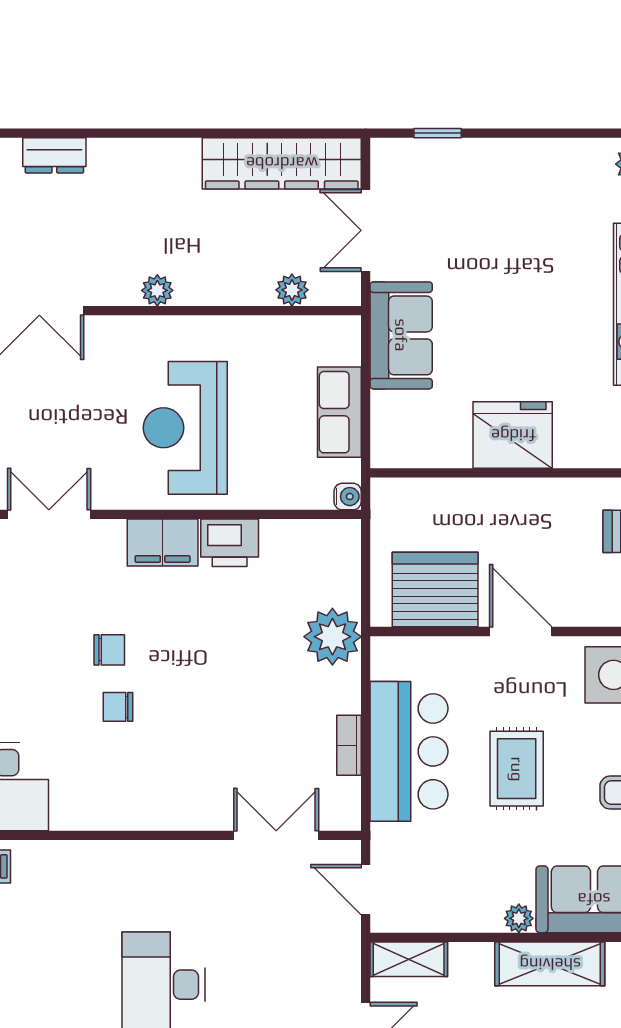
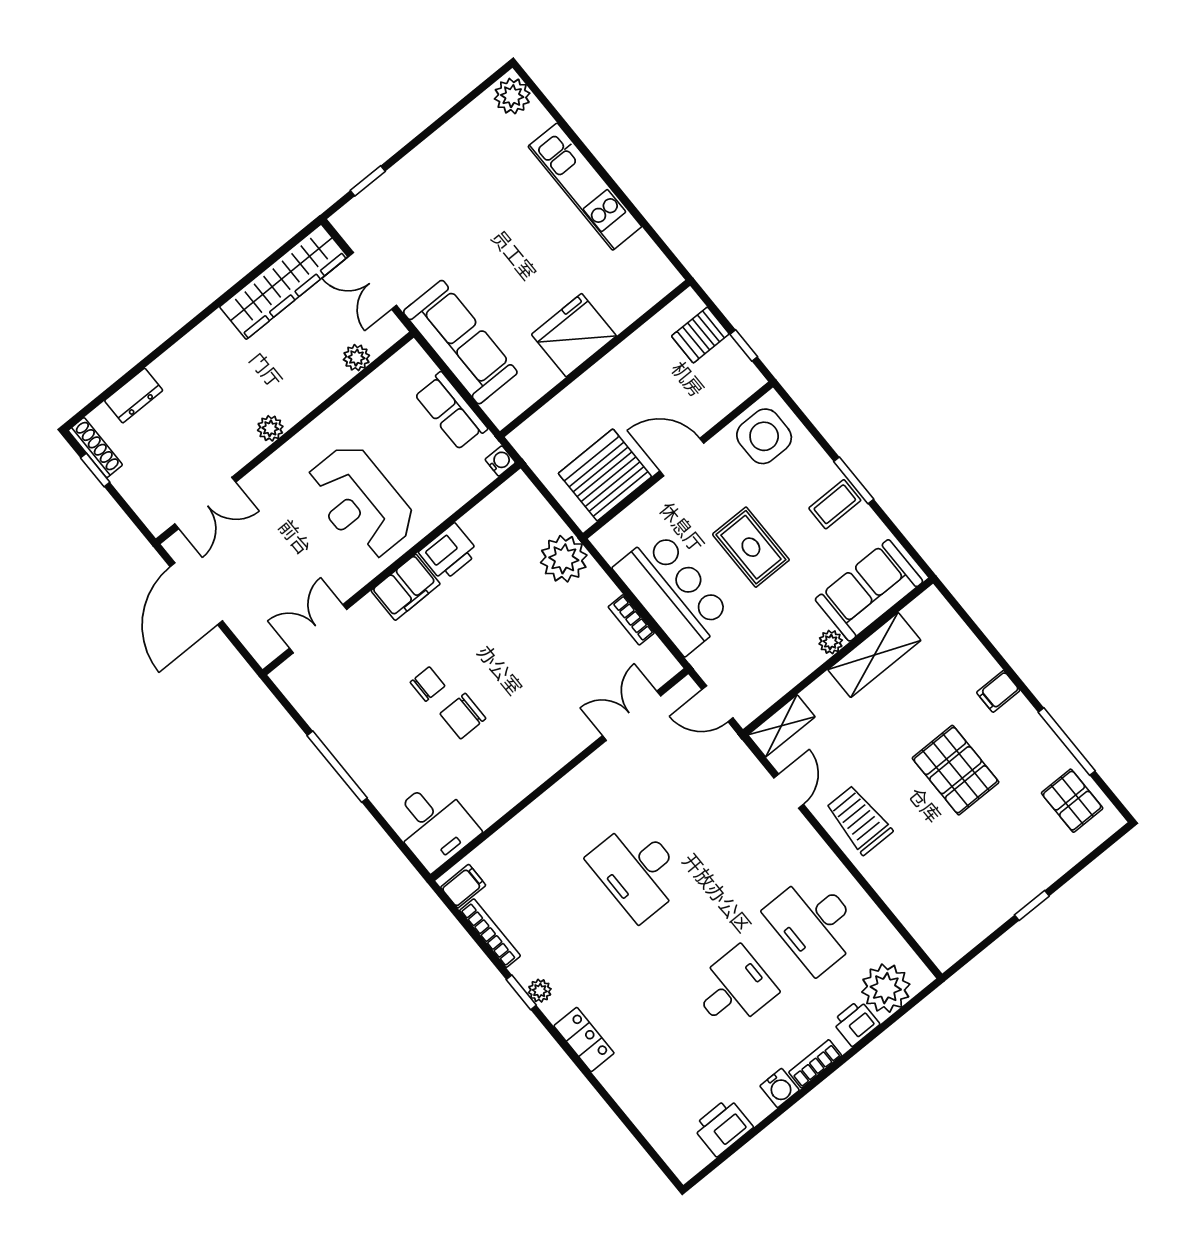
sofa: (401, 335) -> (460, 342), width x1.36
chair: (118, 707) -> (463, 716), width x1.37, depth x1.37

